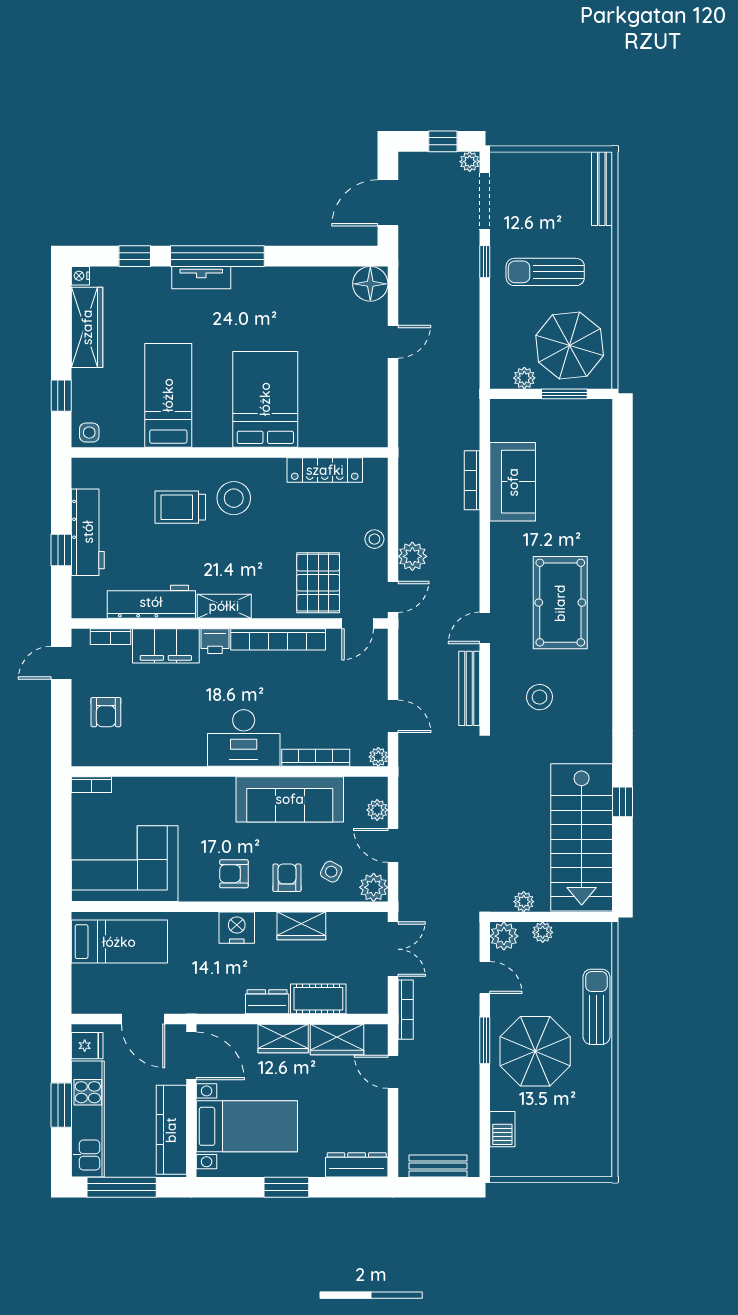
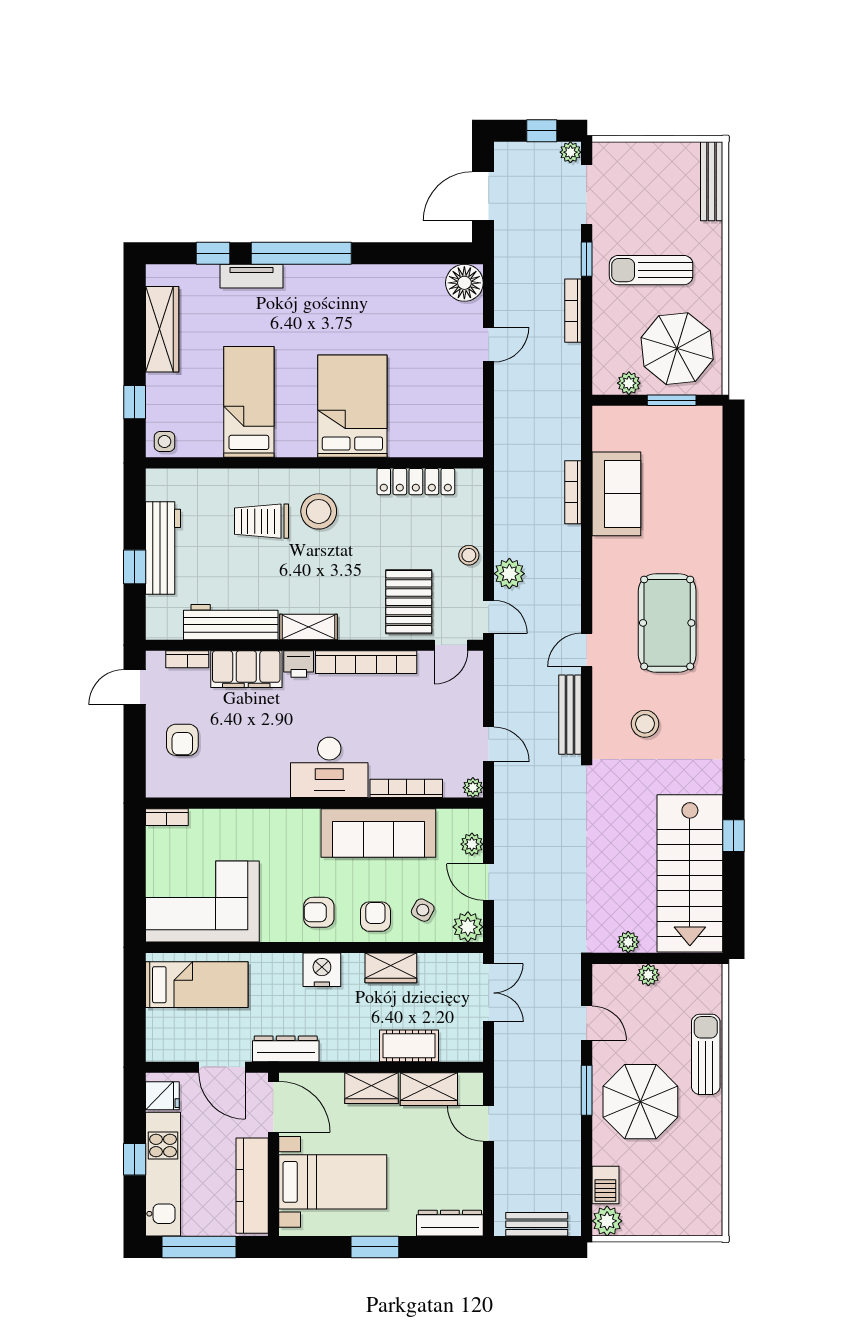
nightstand: (80, 276) -> (155, 274), removed
tv unit: (201, 278) -> (252, 276), moved
door: (393, 597) -> (489, 617), hinge flipped
plant: (504, 936) -> (607, 1221), moved
dresser: (267, 1002) -> (286, 1049), moved, width x1.44
bookcase: (406, 1010) -> (573, 311), moved, turned 180
window: (61, 1105) -> (135, 1159), width x0.67

